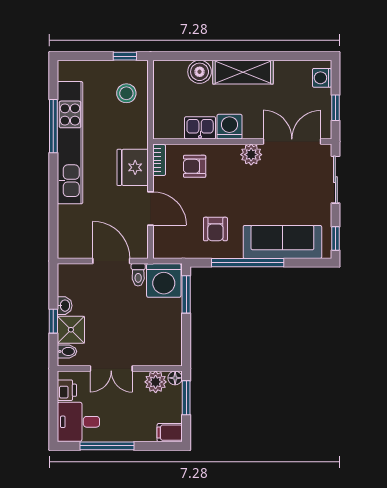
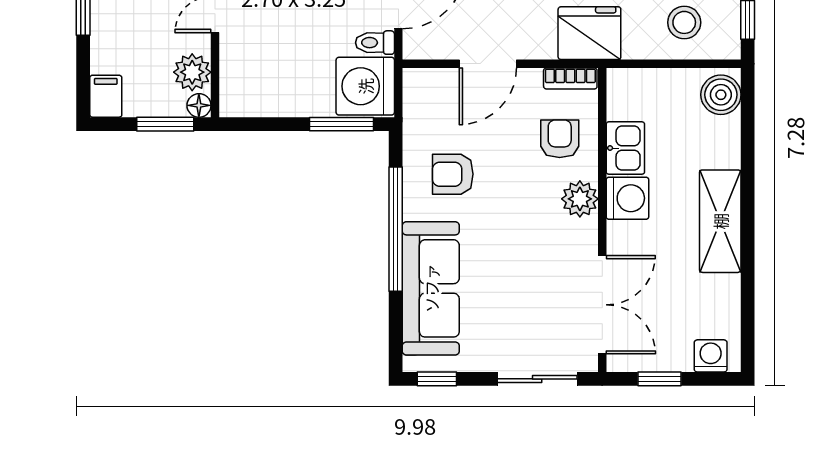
boiler: (200, 72) -> (721, 95), moved
plant: (251, 155) -> (580, 199), moved
fridge: (133, 167) -> (589, 33), moved

